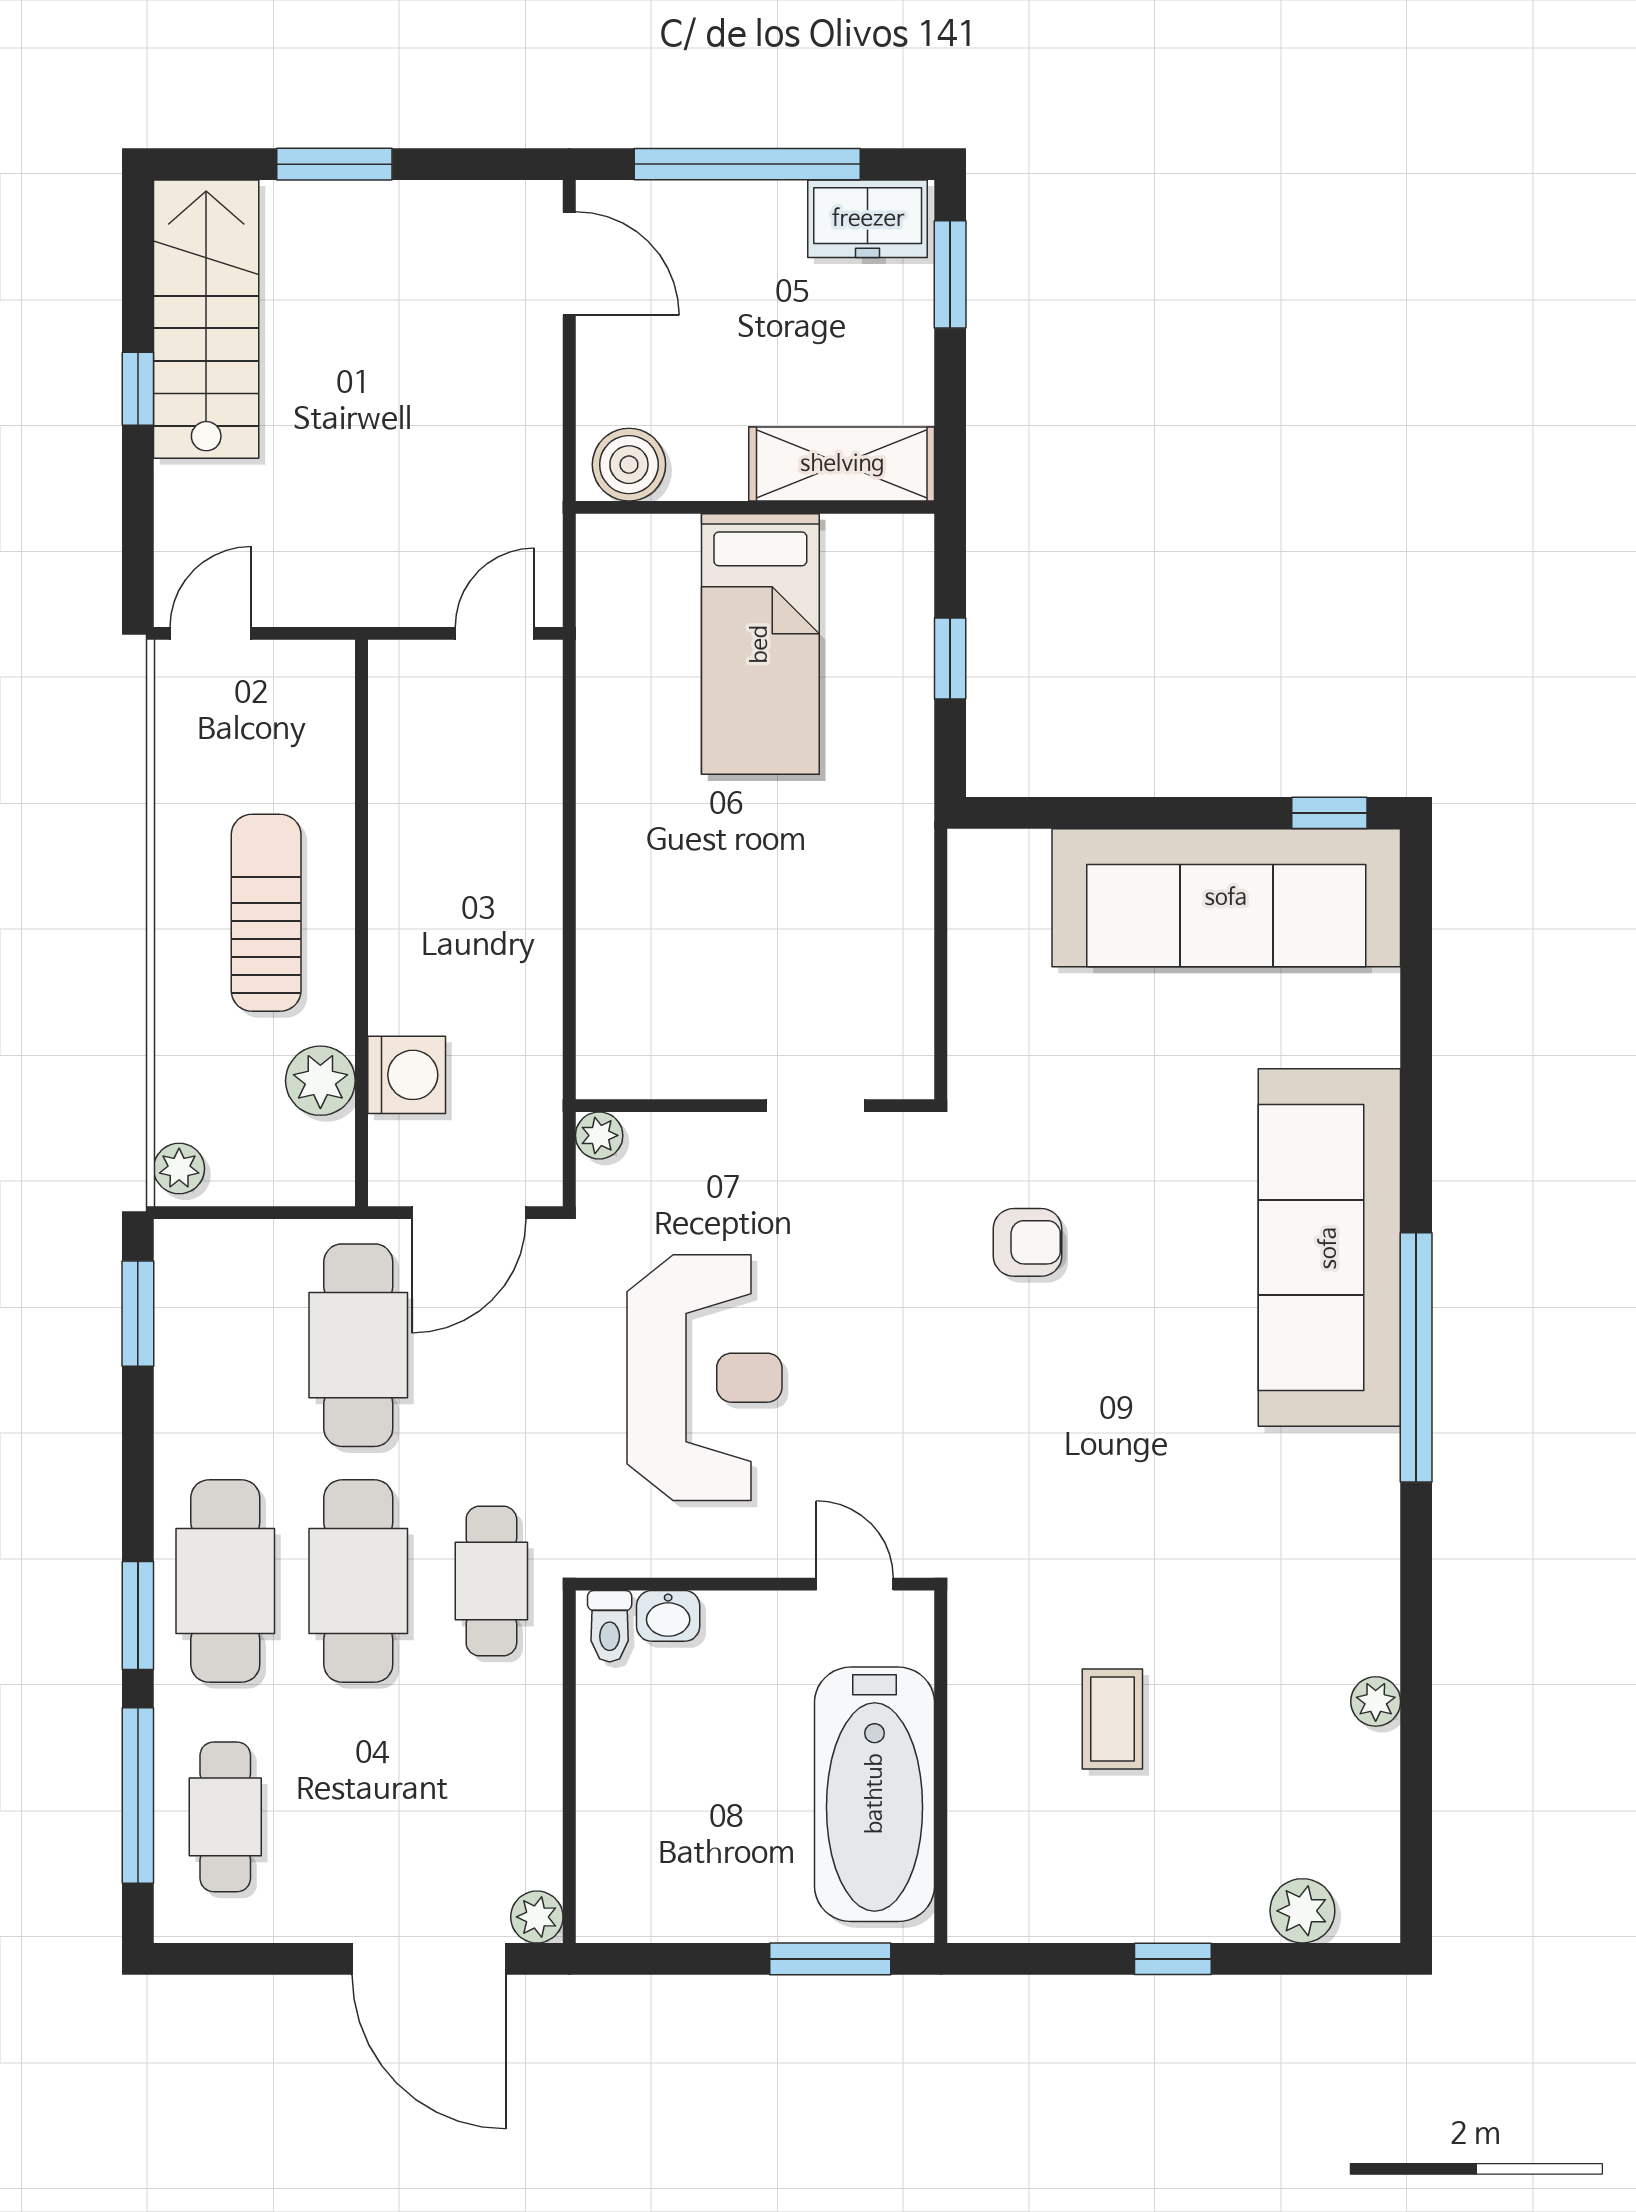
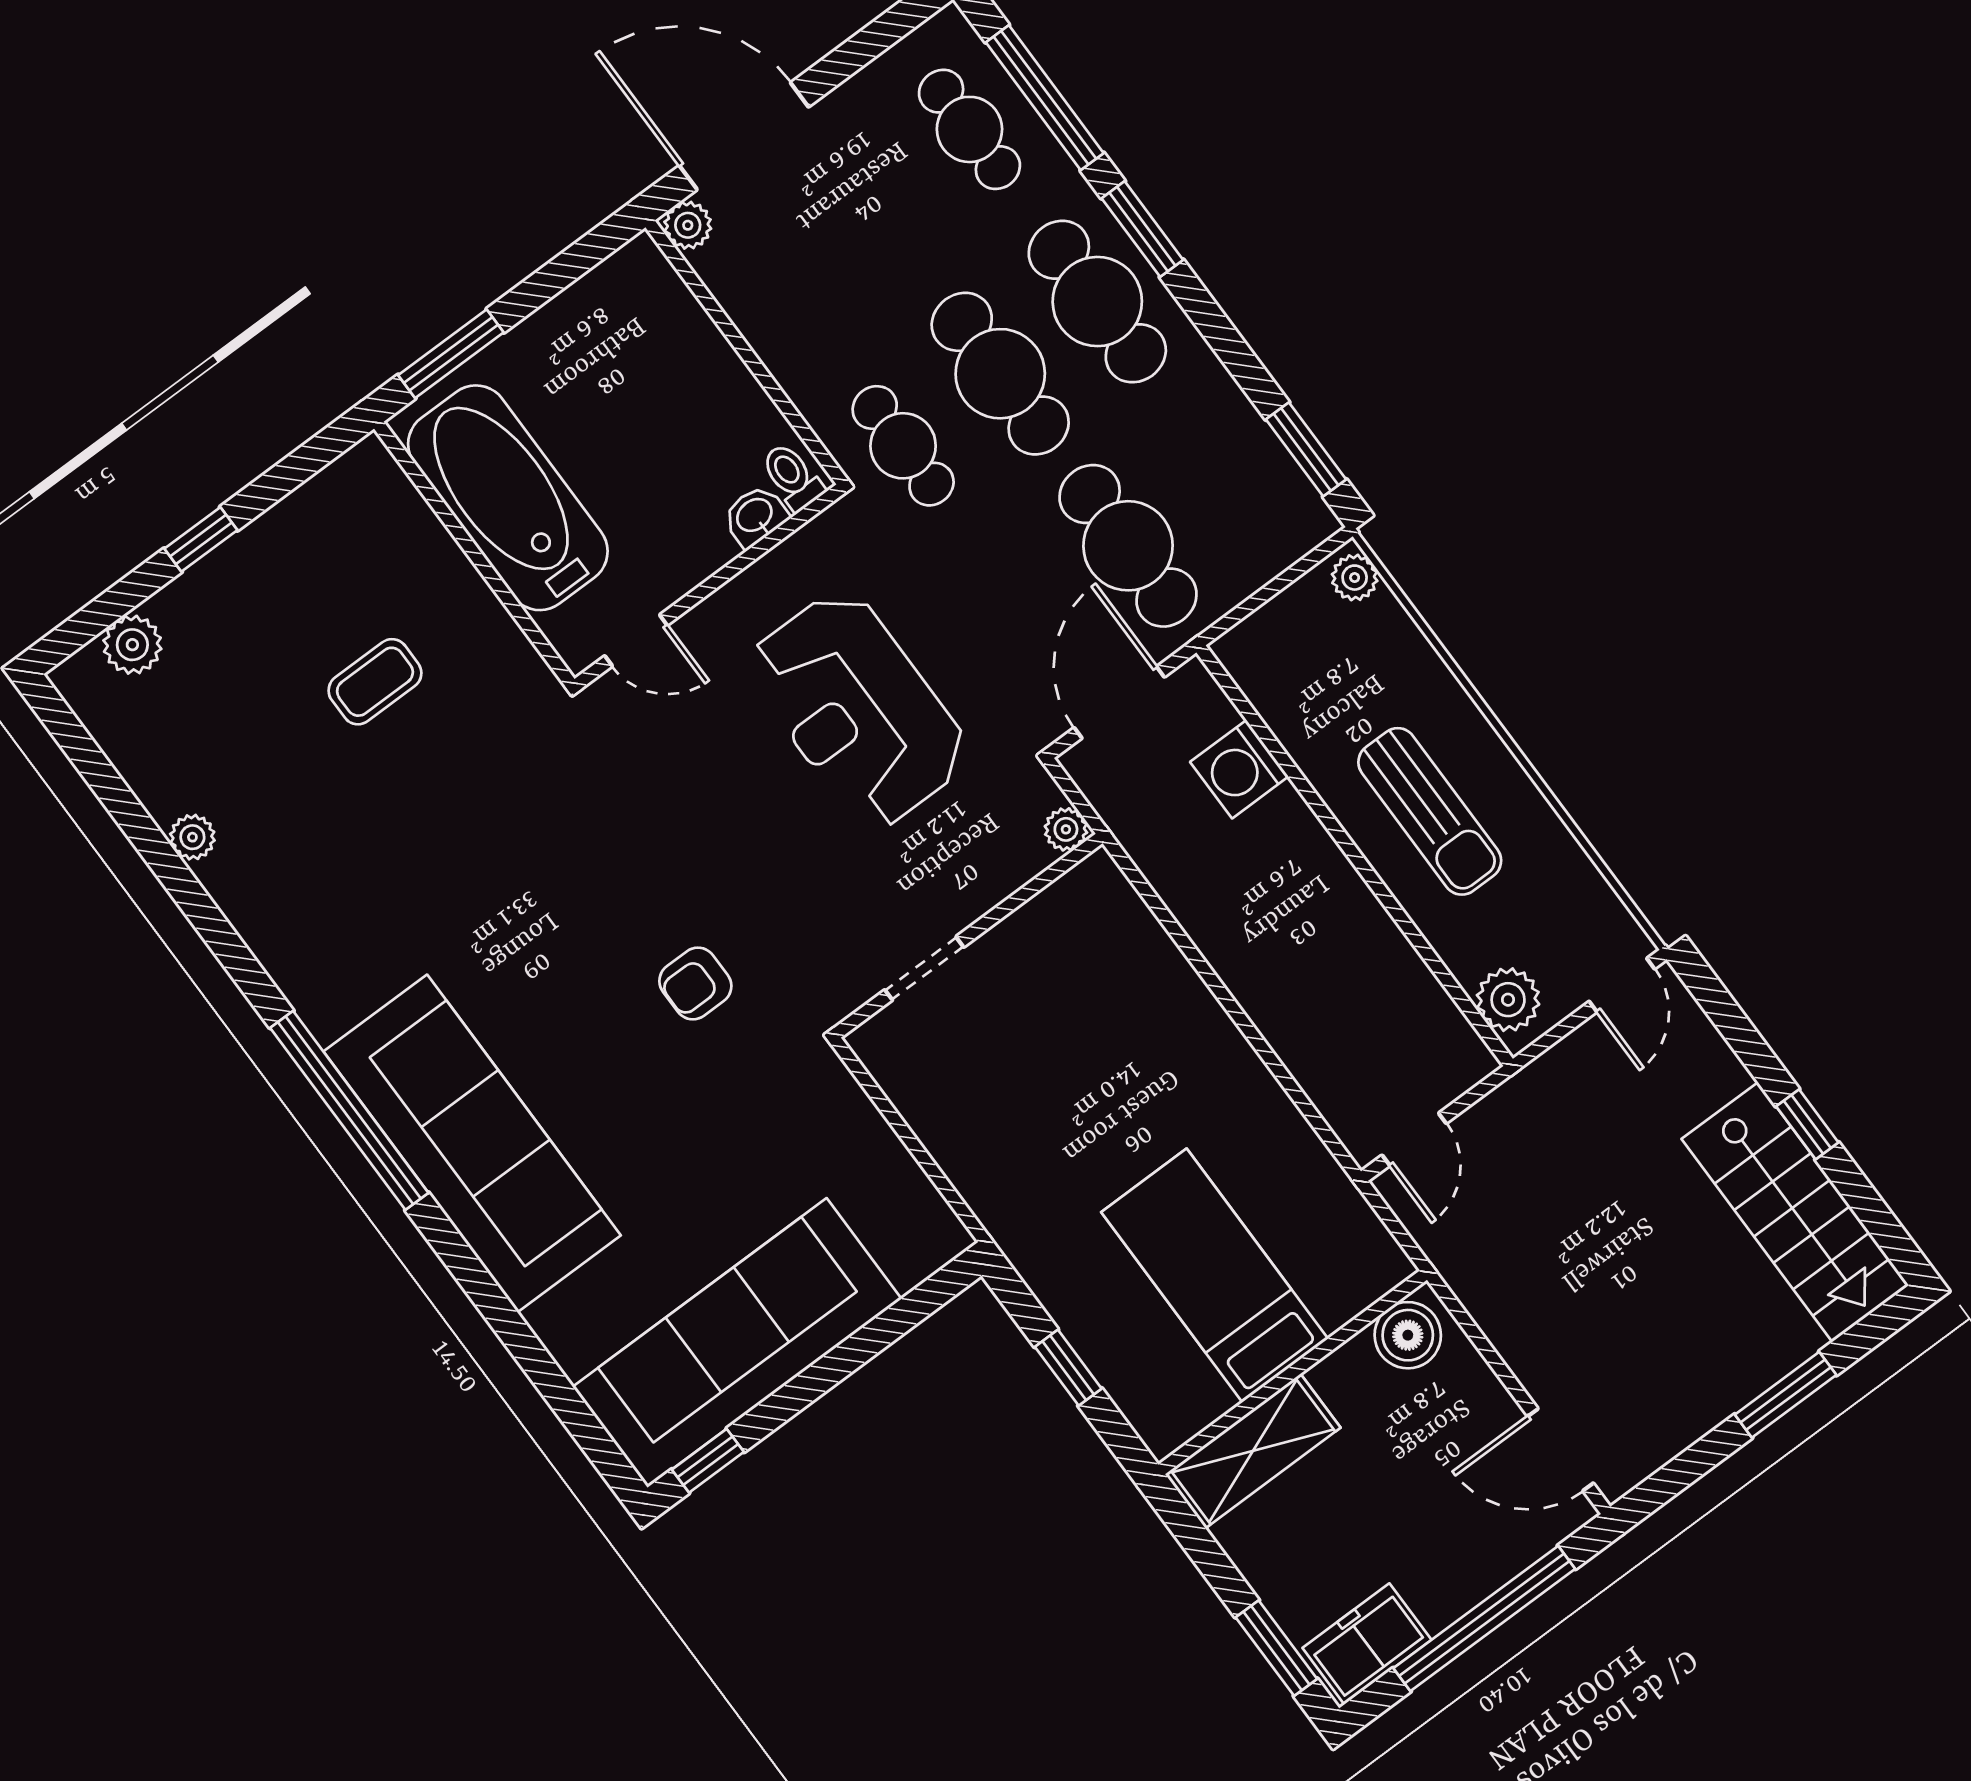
plant: (320, 1081) -> (1508, 1000), moved
coffee table: (1112, 1719) -> (375, 682), turned 90

